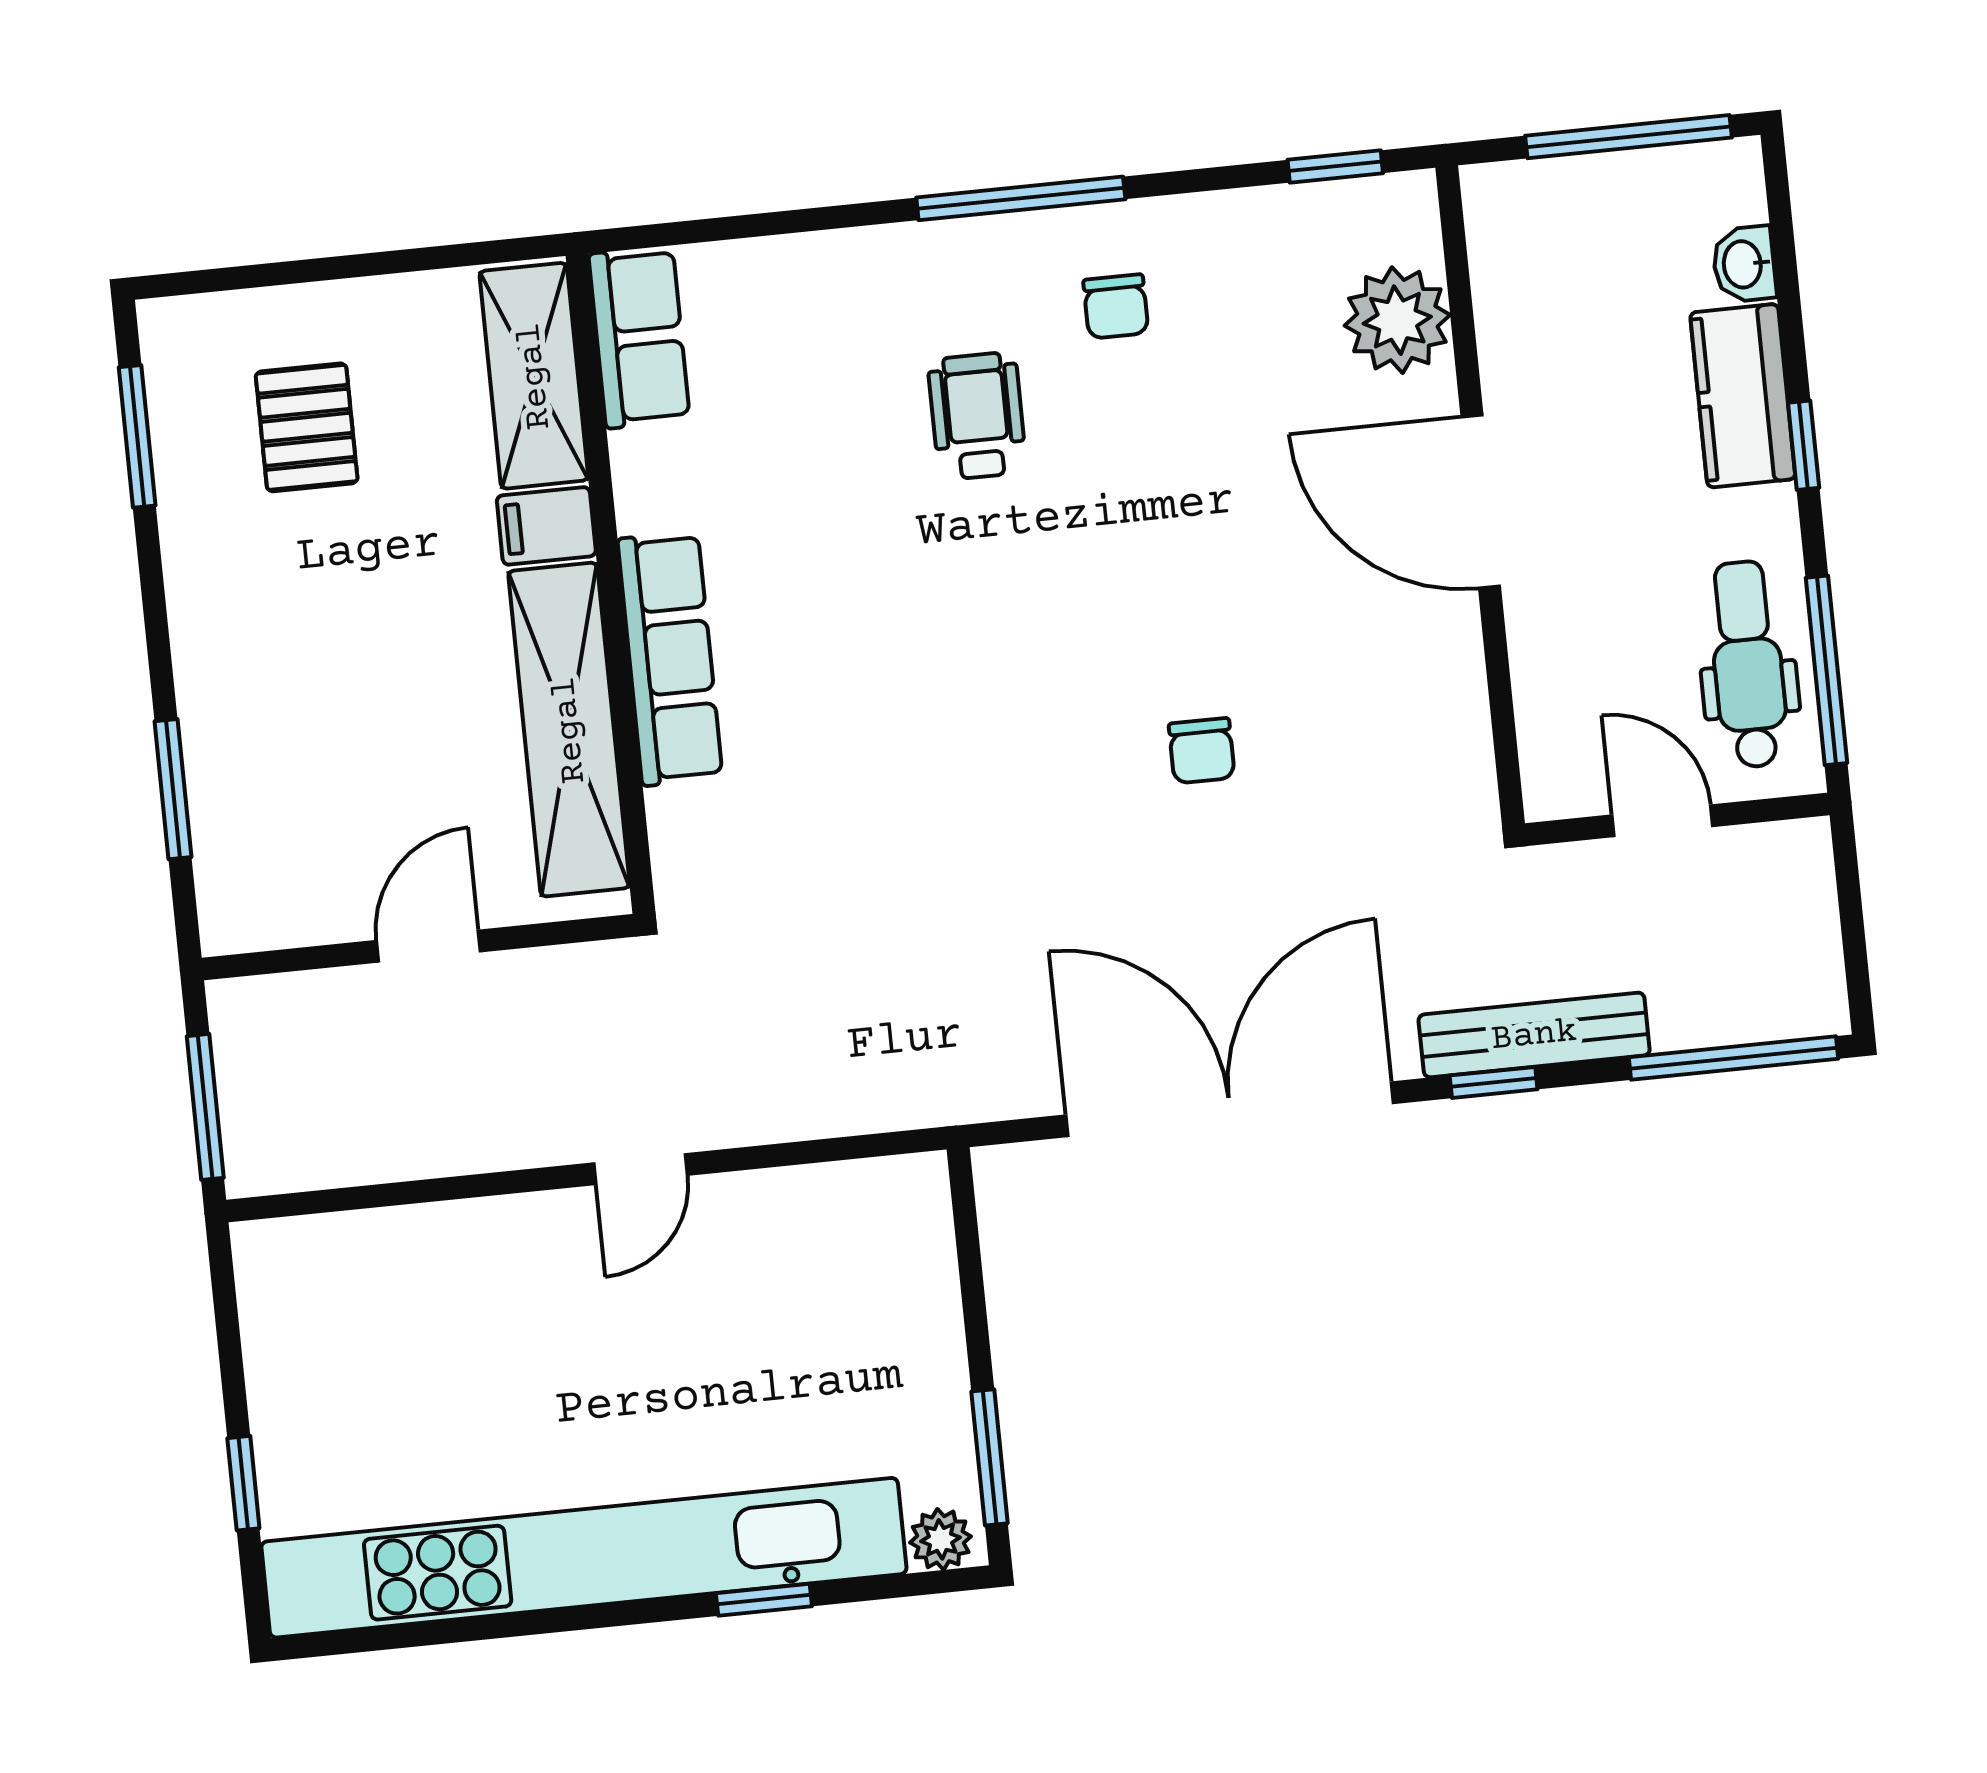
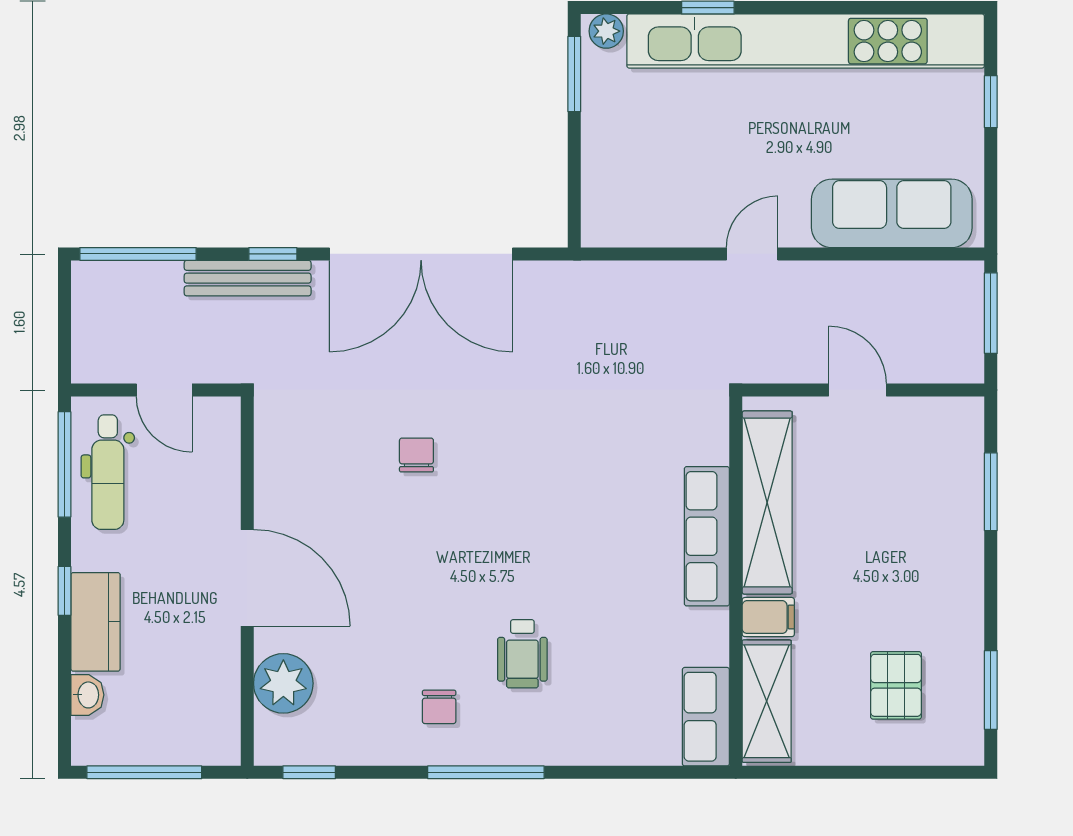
chair: (1116, 306) -> (439, 707), turned 180
door: (428, 946) -> (858, 390), swing flipped
sofa: (399, 1267) -> (892, 213), added

